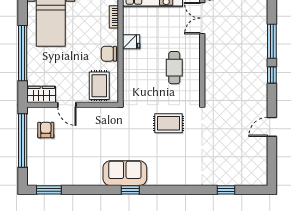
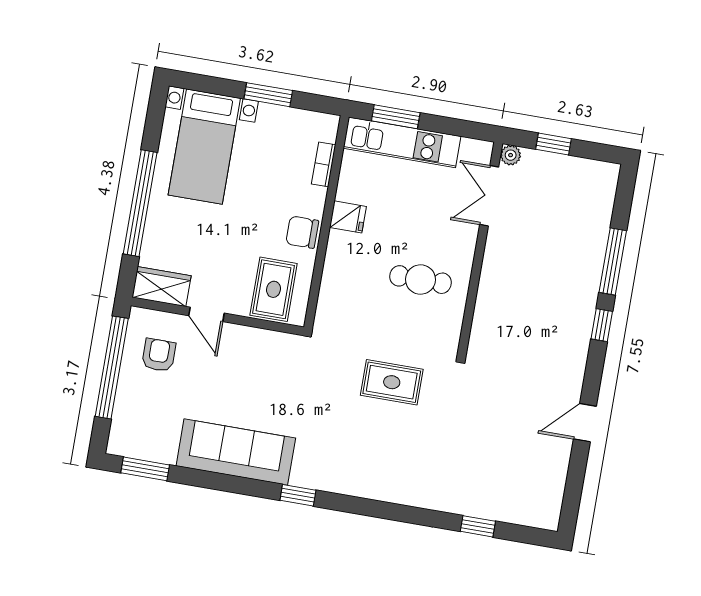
cafe table: (174, 68) -> (421, 280), turned 90
sofa: (125, 173) -> (236, 452), moved, width x1.36

